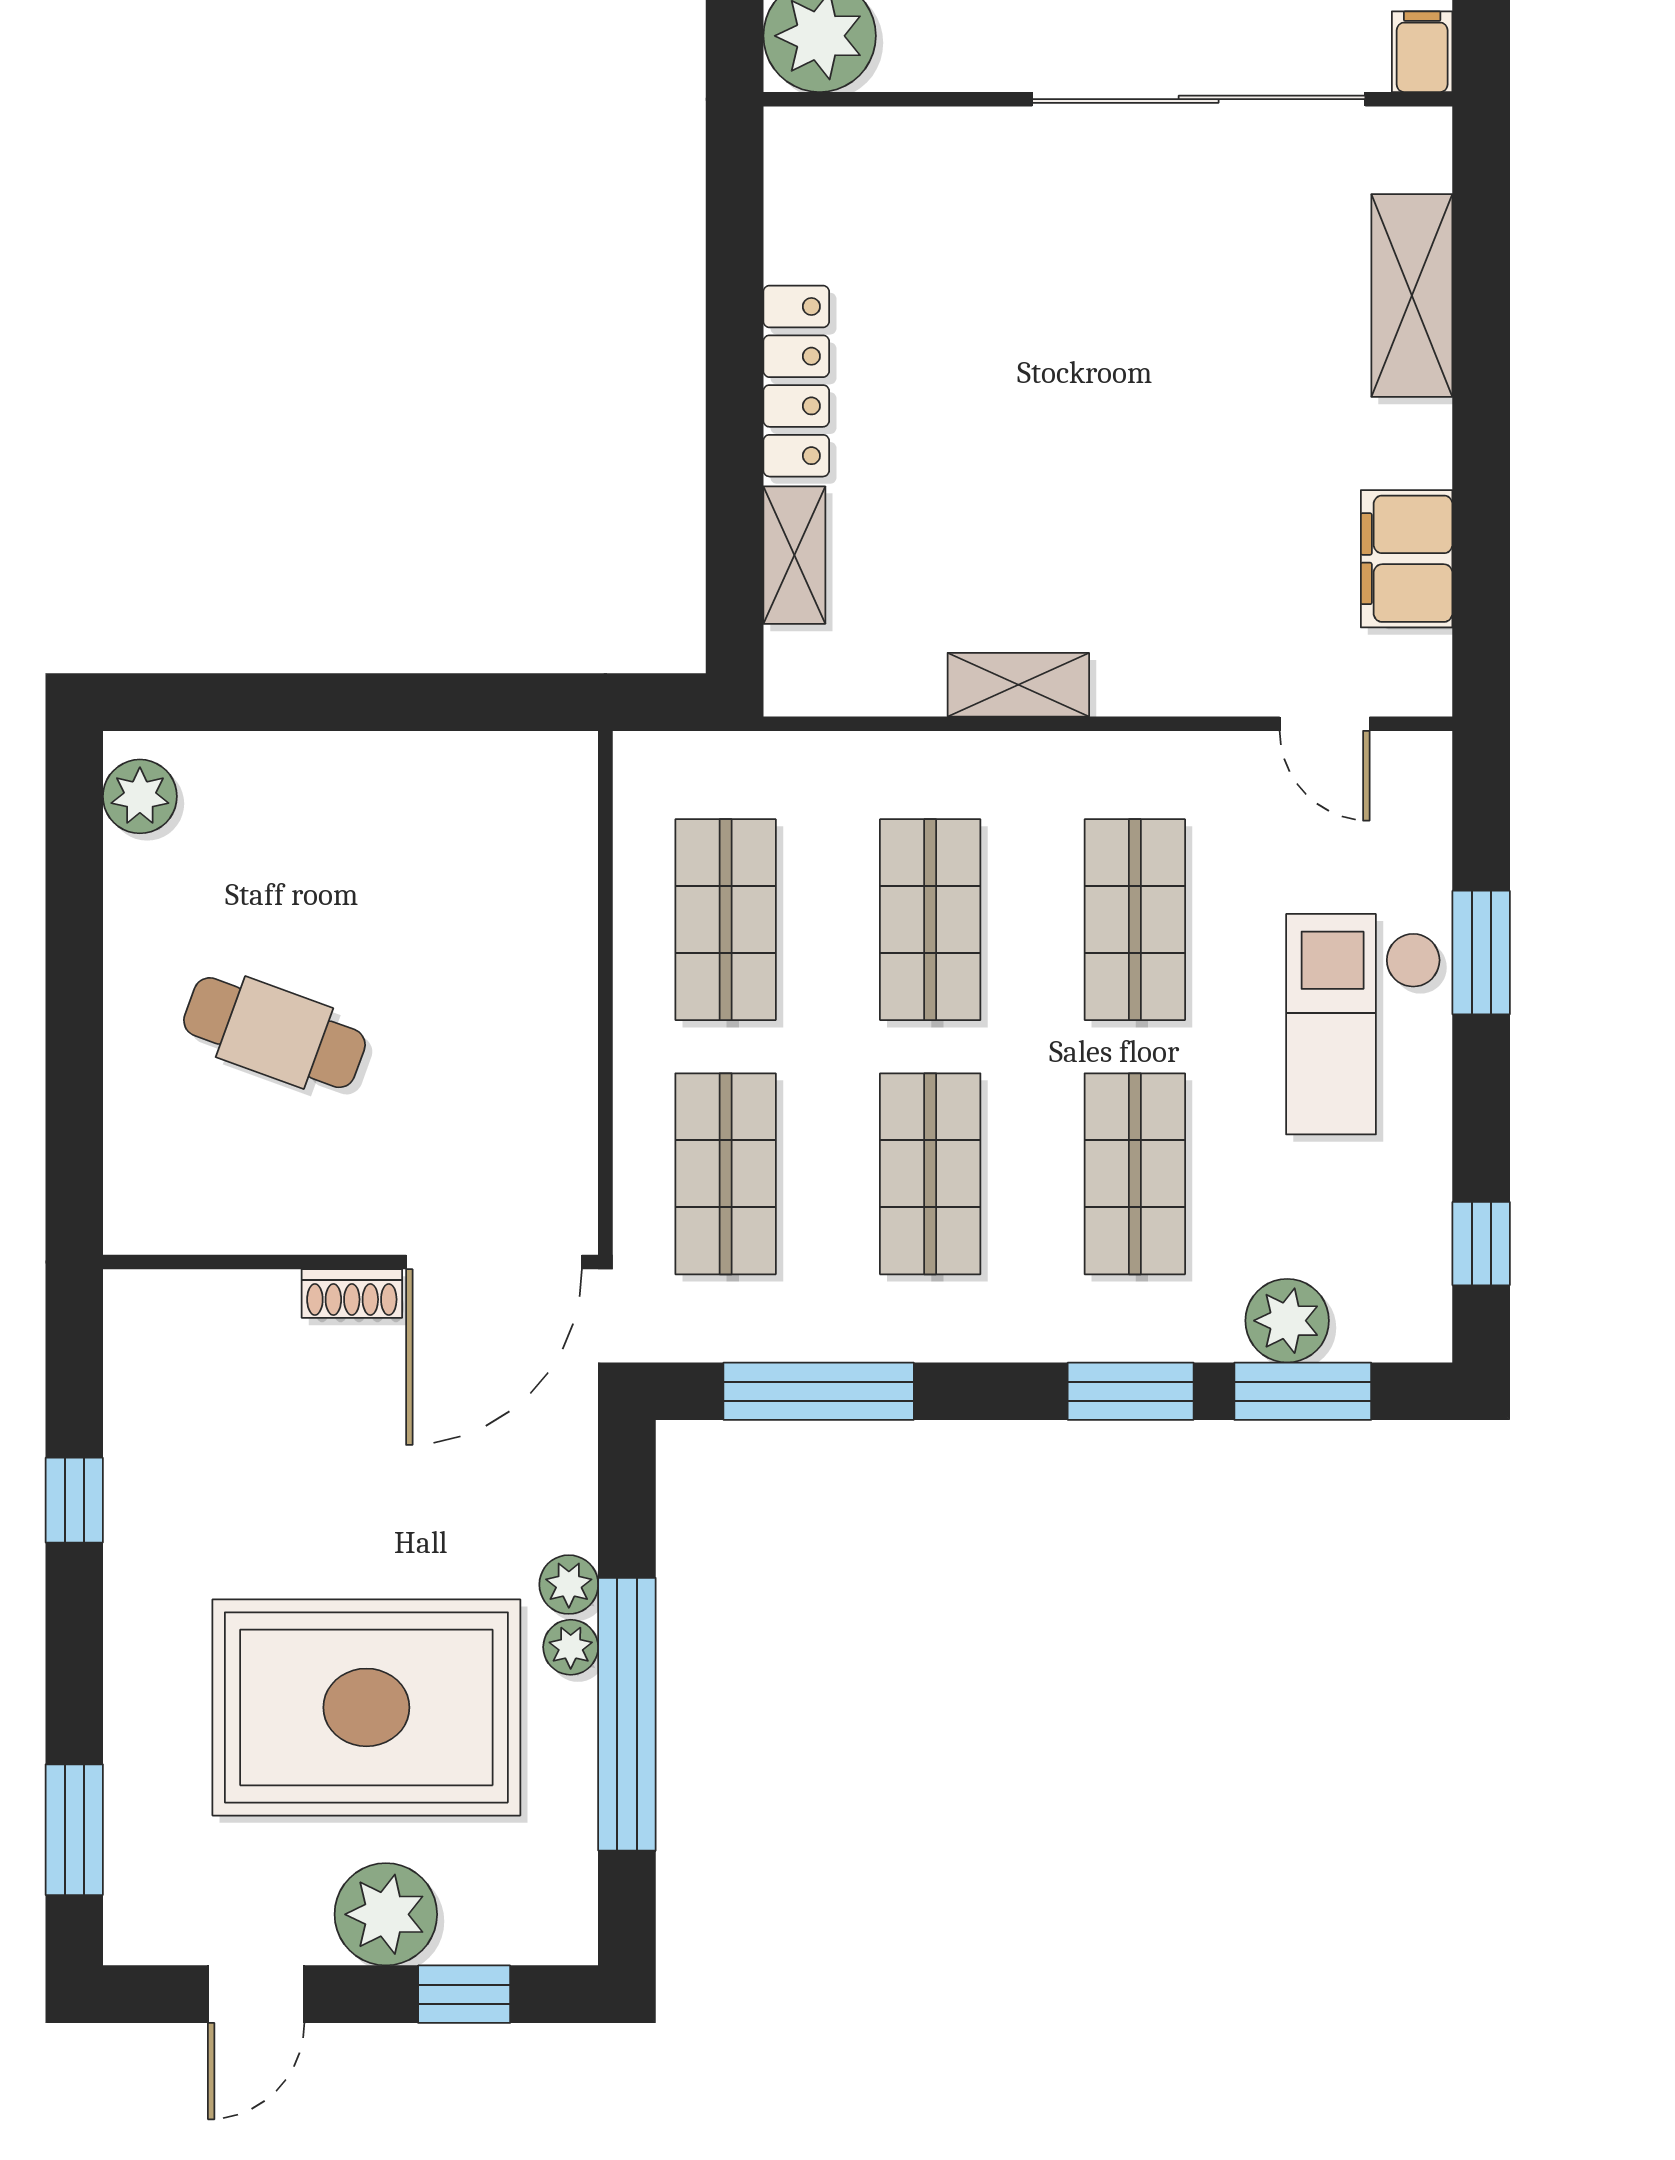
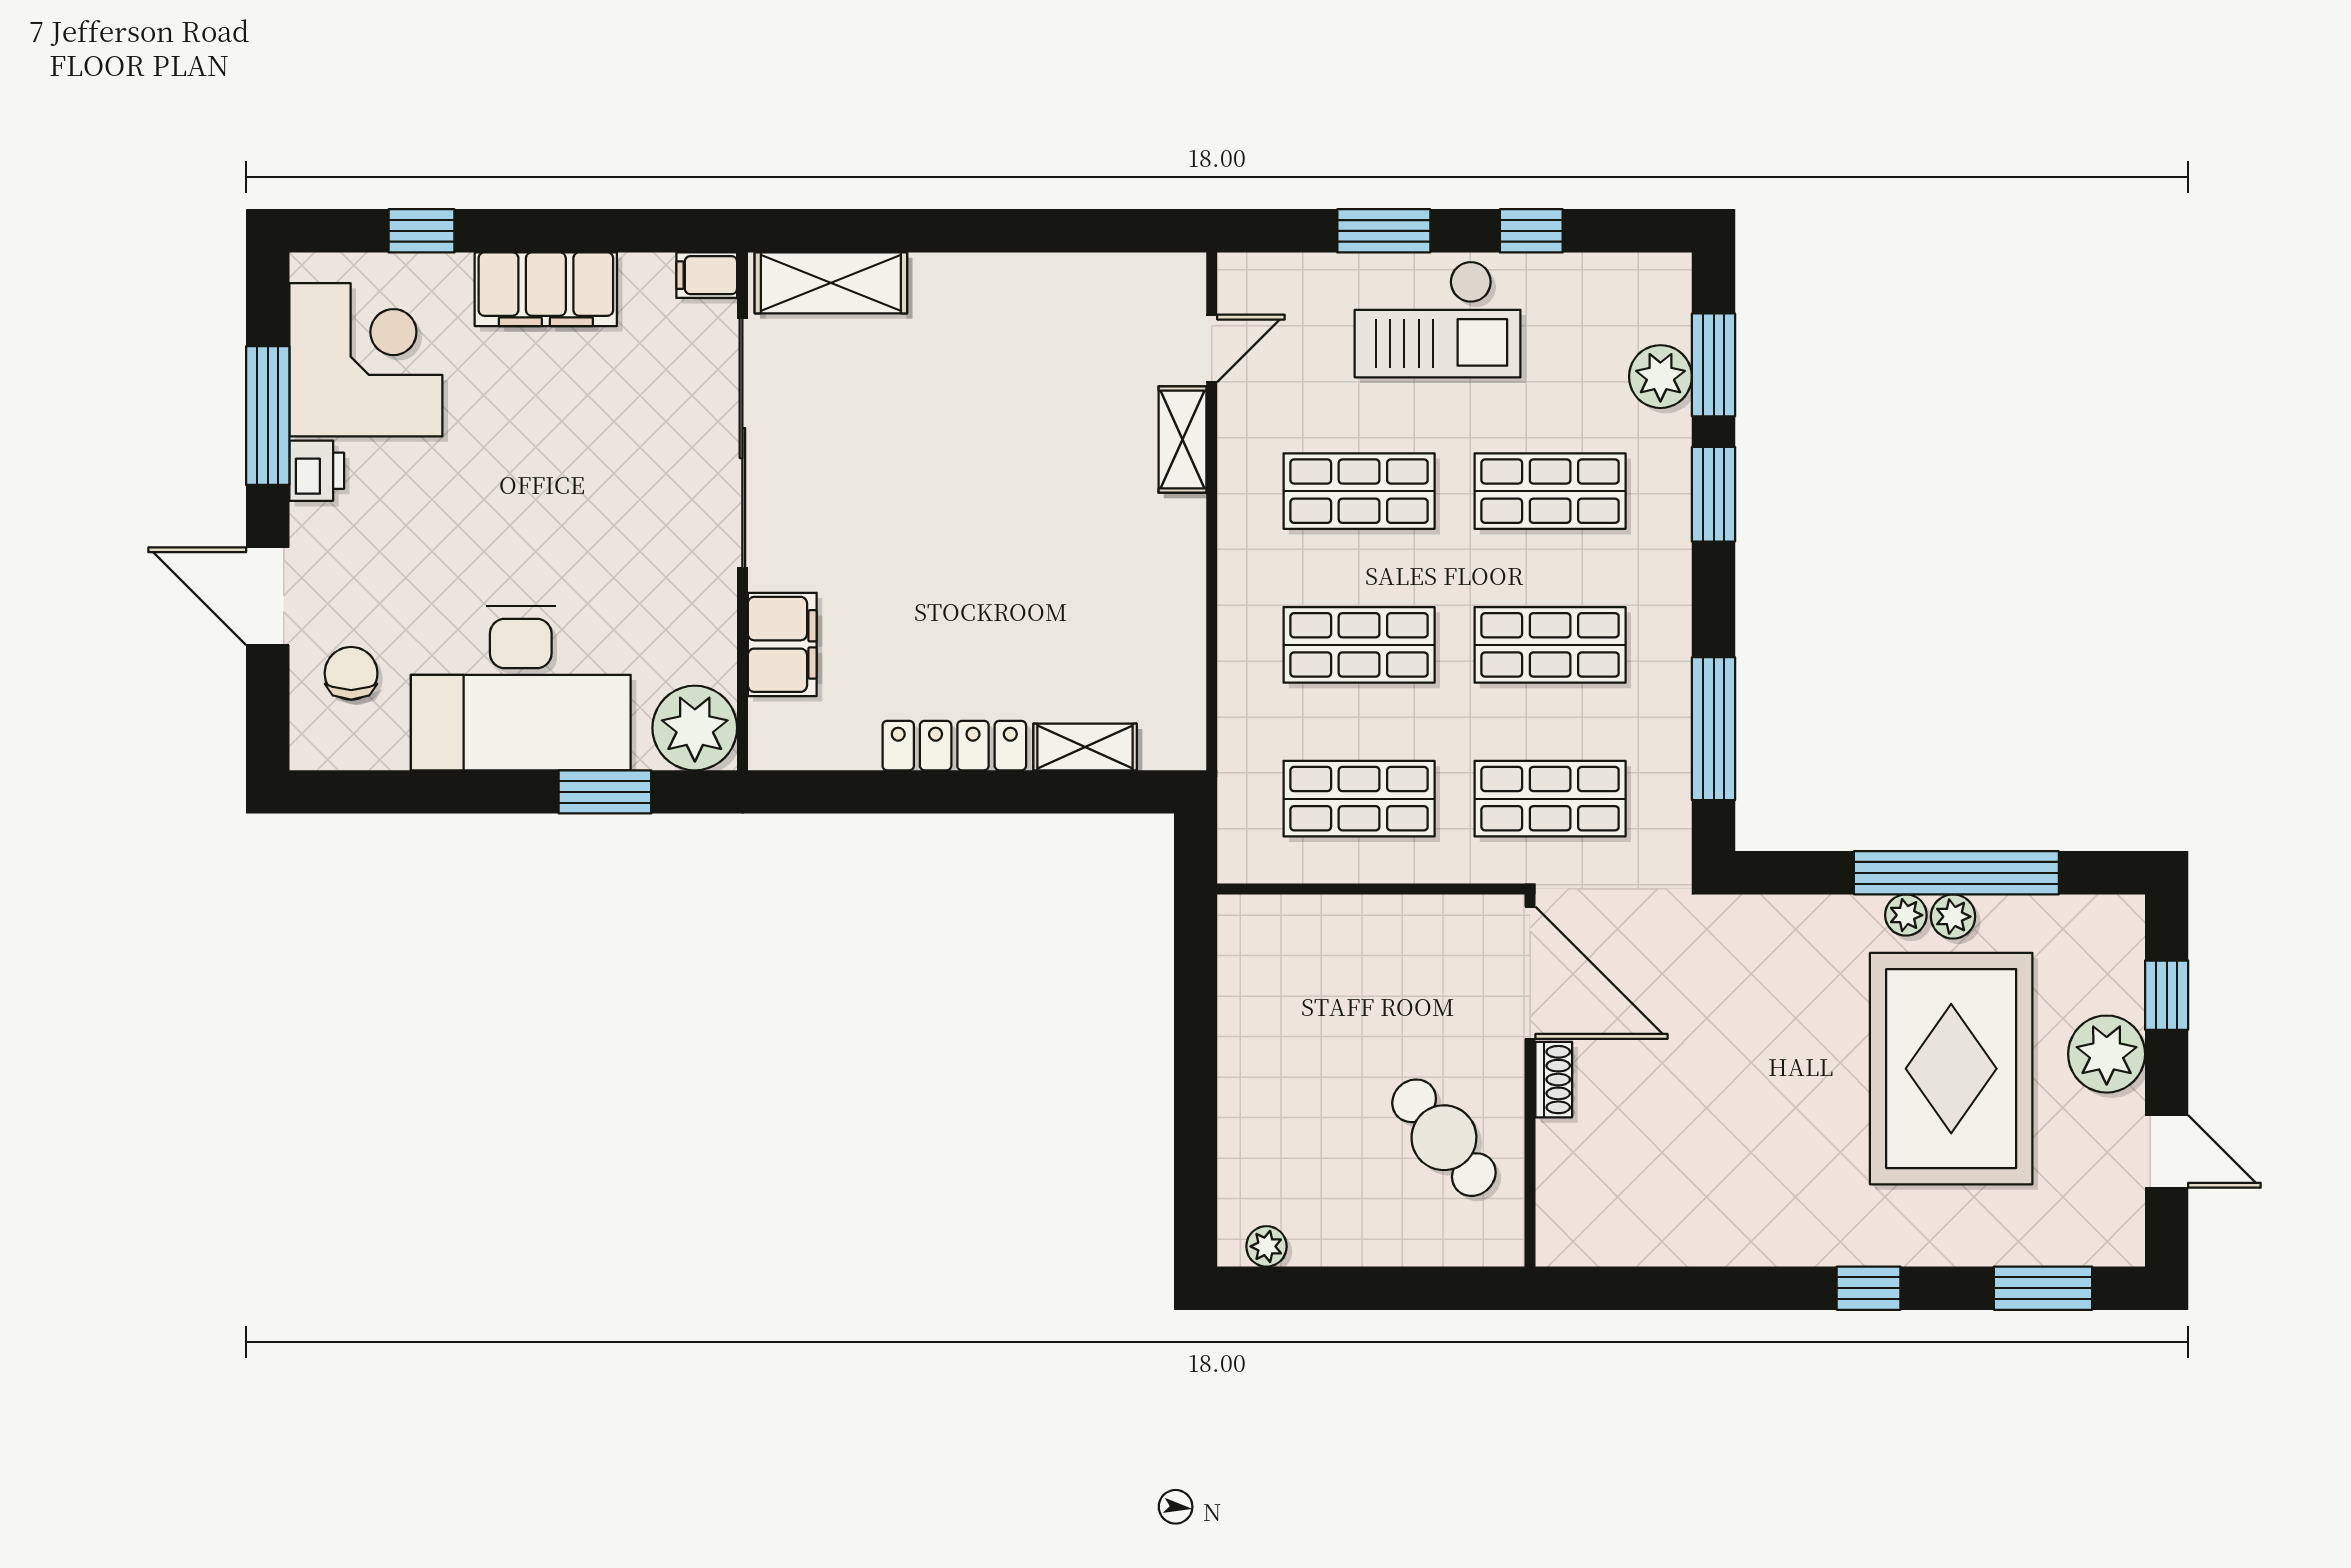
shelving: (1412, 295) -> (831, 283), moved
filing cabinet: (1407, 559) -> (782, 644), moved, turned -90
shelving: (1018, 685) -> (1182, 440), moved
plant: (140, 796) -> (1266, 1246), width x0.73, depth x0.73
cafe table: (274, 1033) -> (1444, 1138), turned -59
window: (1481, 1244) -> (1531, 231), moved
wall: (351, 1262) -> (1530, 1080), moved
door: (494, 1262) -> (1530, 973), moved
shoe rack: (352, 1294) -> (1554, 1080), moved
window: (74, 1500) -> (1869, 1288), moved
plant: (569, 1585) -> (1953, 917), moved

